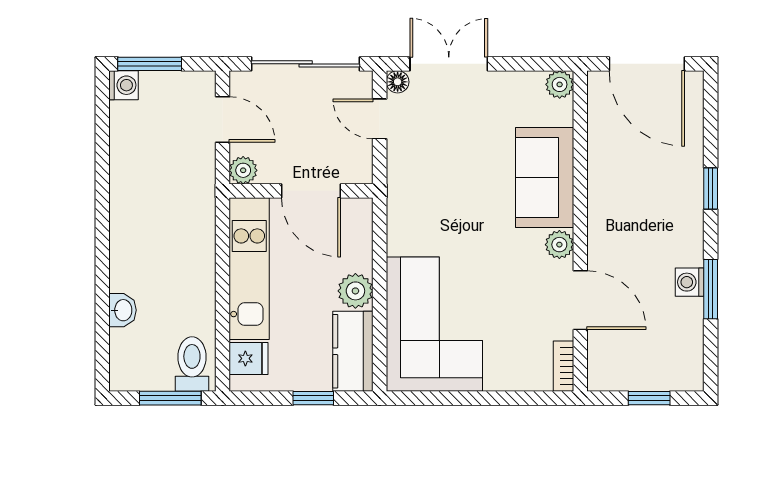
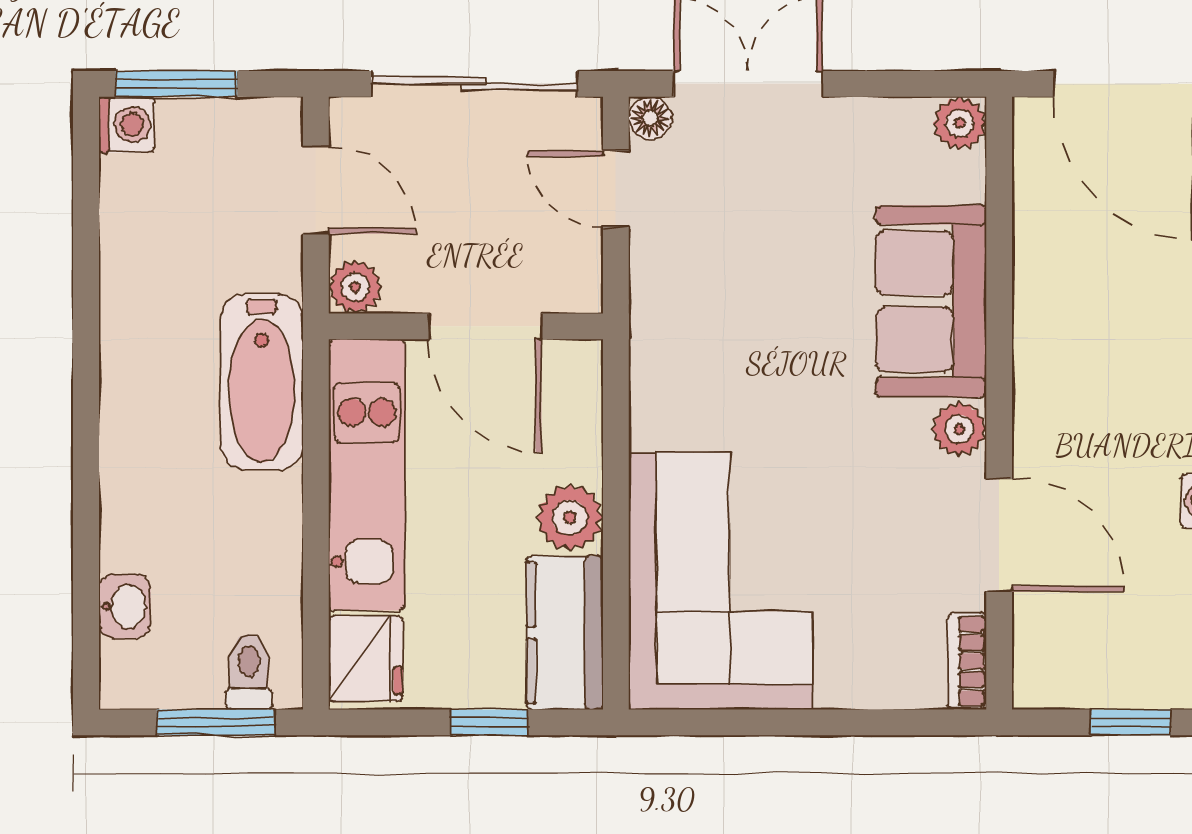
bathtub: (194, 220) -> (262, 382), added
washbasin: (122, 310) -> (125, 606), moved
fridge: (249, 358) -> (366, 658), width x1.38
toilet: (192, 364) -> (249, 672), width x0.73, depth x0.72

